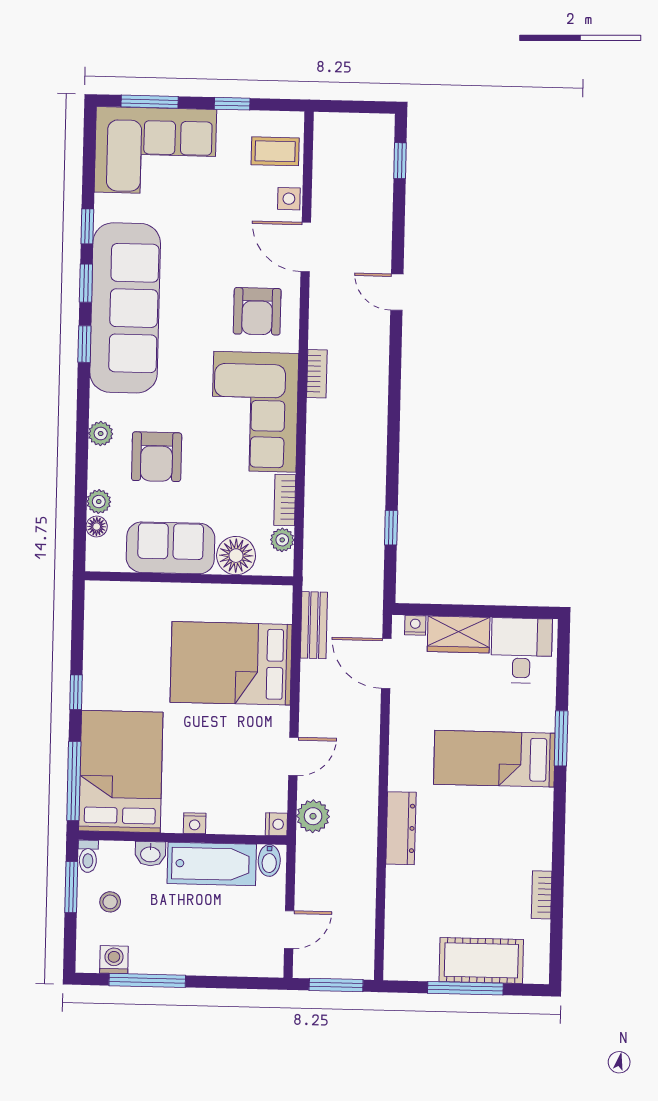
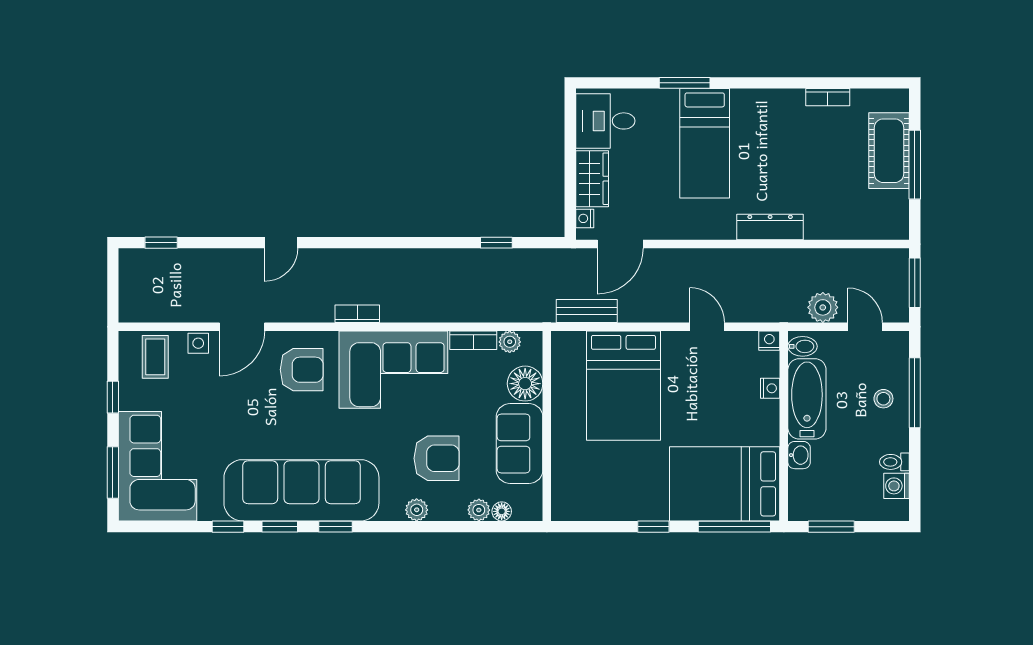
plant: (313, 816) -> (823, 307), moved
nightstand: (195, 823) -> (770, 388), moved
toilet: (88, 856) -> (894, 462), moved, turned 180
stool: (110, 902) -> (883, 399), moved
window: (147, 980) -> (915, 393), moved

